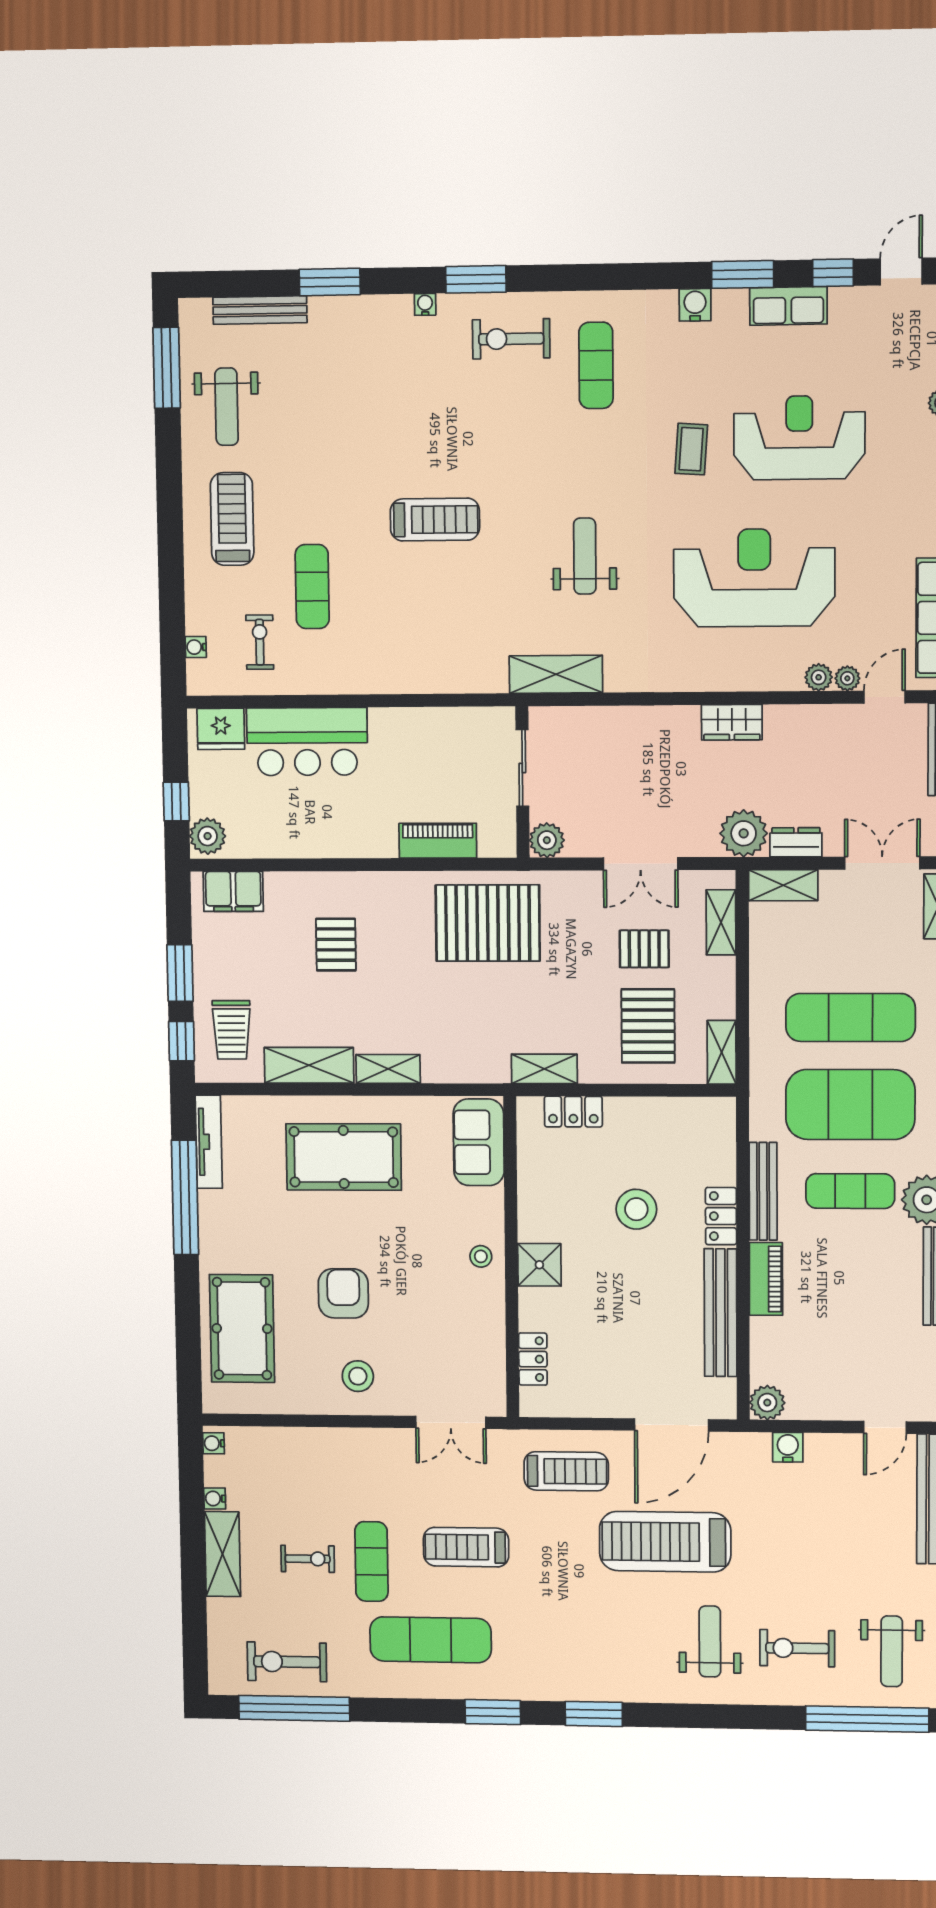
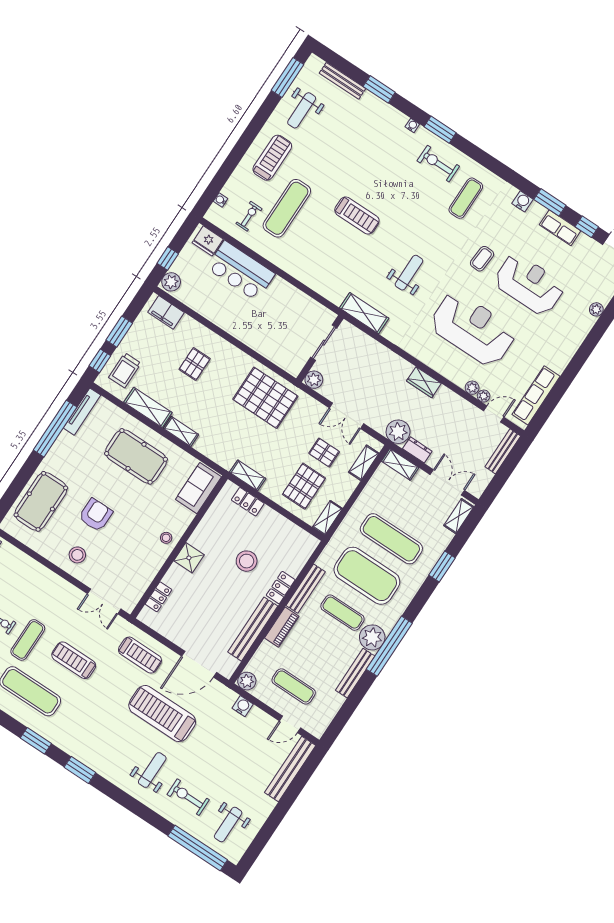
exercise mat: (312, 587) -> (287, 208), width x1.36, depth x1.45
piano: (438, 841) -> (268, 349), removed
exercise mat: (850, 1362) -> (294, 686), added

